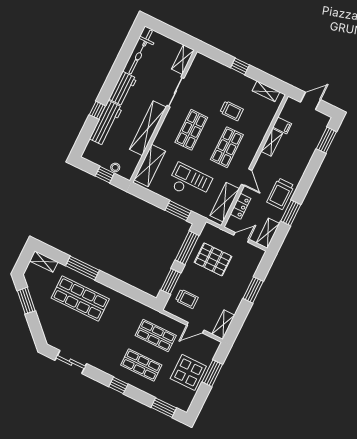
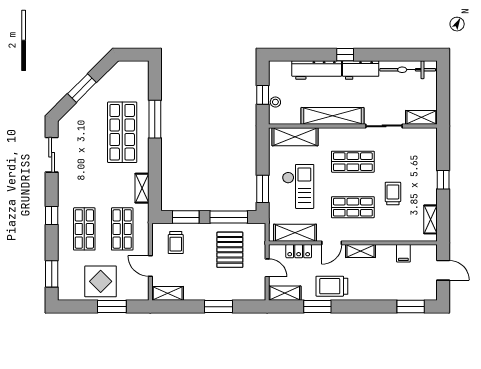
window: (97, 110) -> (345, 55), moved
trolley: (232, 111) -> (393, 194), turned 180
shelving: (272, 142) -> (361, 251), moved
shelving: (44, 261) -> (142, 188), moved
window: (26, 301) -> (82, 88), moved

